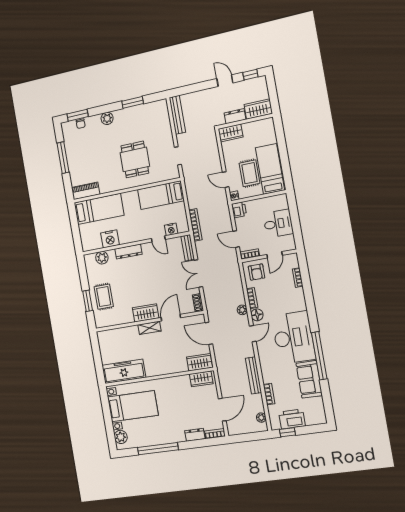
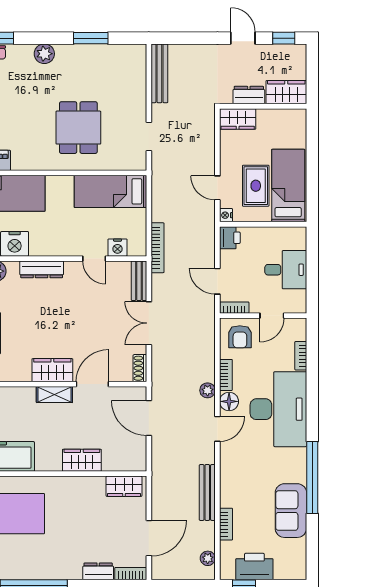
desk: (293, 338) -> (278, 409), moved
wardrobe: (199, 362) -> (82, 460), moved

